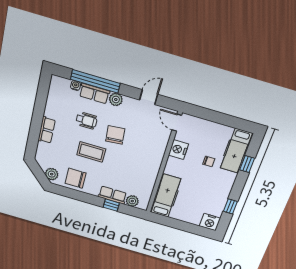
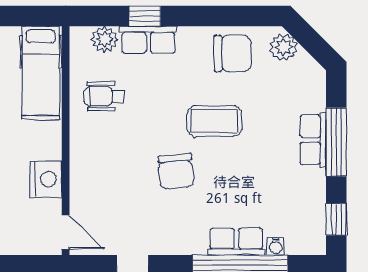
window: (43, 90) -> (336, 219), added
plant: (116, 99) -> (193, 242), removed
wheelchair: (87, 120) -> (104, 96), moved
window: (36, 126) -> (336, 142), added

